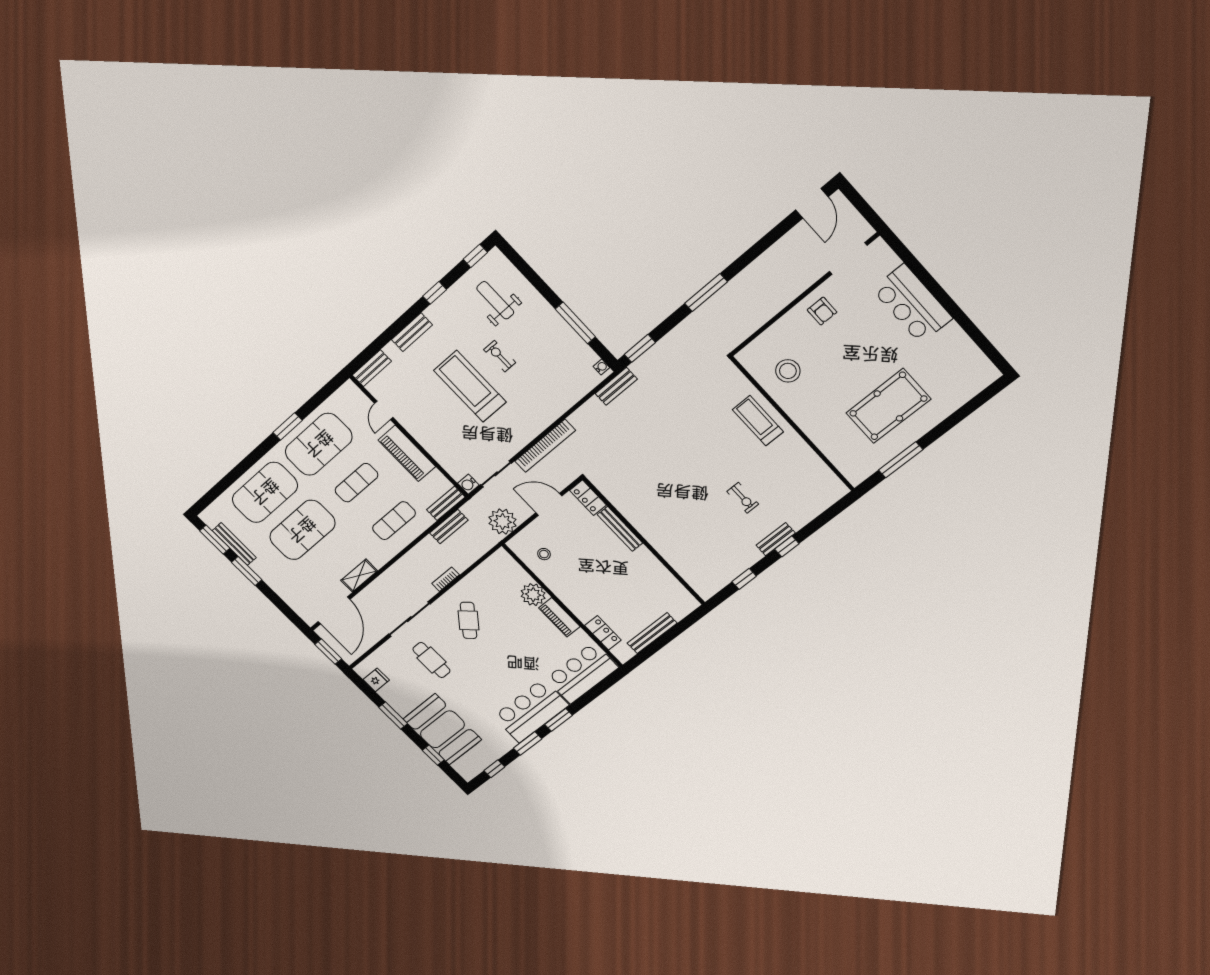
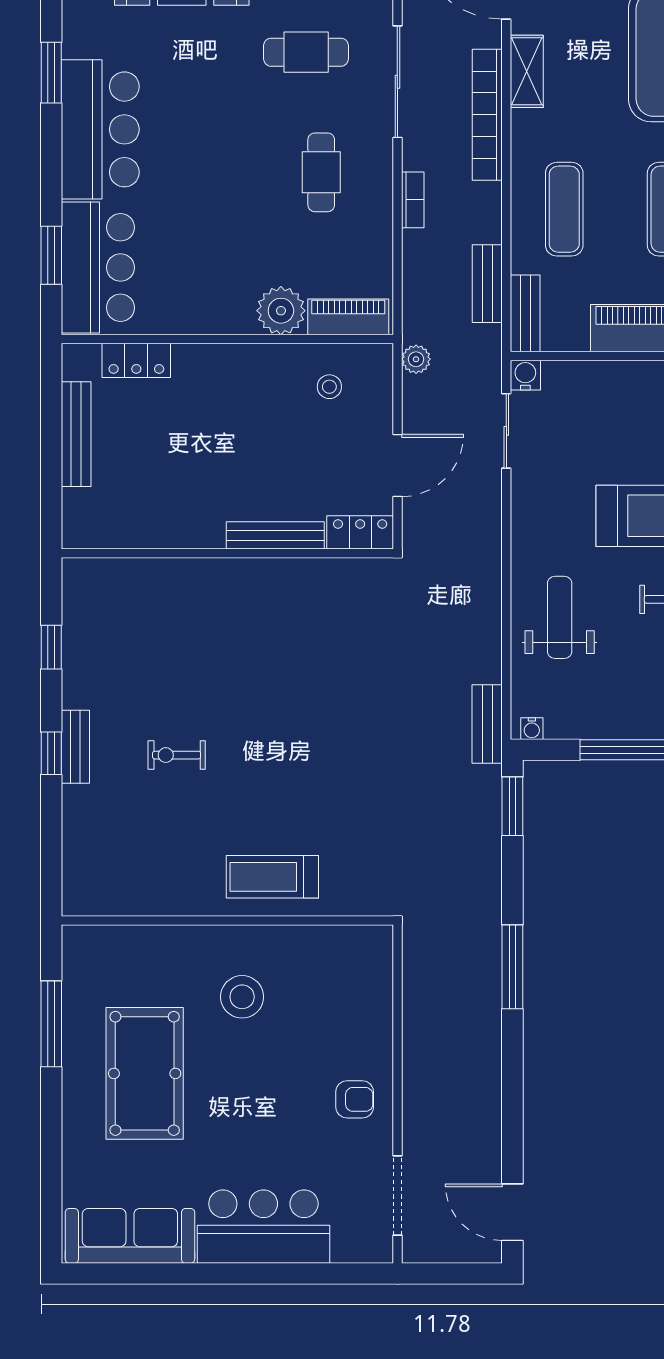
armchair: (822, 311) -> (355, 1099), turned 180
sofa: (966, 356) -> (130, 1236), added
stool: (788, 371) -> (242, 997), moved
weight bench: (547, 393) -> (560, 617), added
treadmill: (758, 421) -> (272, 877), turned 180
bookcase: (545, 446) -> (487, 115), moved
plant: (503, 522) -> (416, 359), width x0.53, depth x0.53
piano: (559, 617) -> (348, 317), moved
cafe table: (469, 620) -> (321, 172), turned 50
window: (559, 720) -> (51, 255), moved

